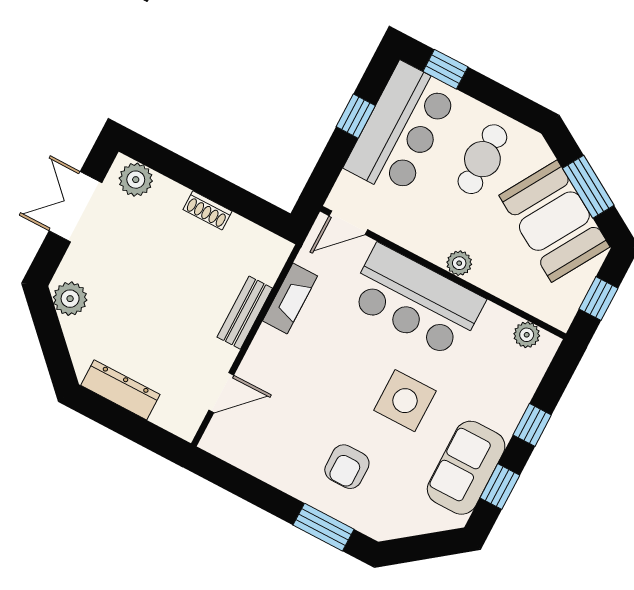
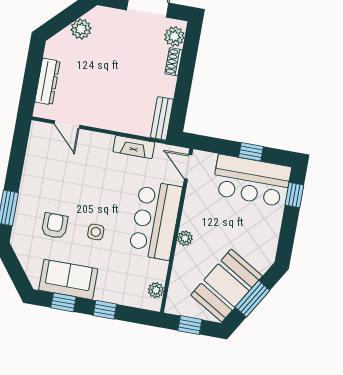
cafe table: (482, 159) -> (249, 233), removed
shoe rack: (207, 210) -> (174, 62), moved
plant: (70, 299) -> (81, 29), moved
bench: (245, 313) -> (162, 118), moved, turned 90
dresser: (120, 390) -> (47, 82), moved
side table: (405, 401) -> (96, 232), width x0.54, depth x0.54
armchair: (347, 467) -> (55, 226), moved, turned 90

